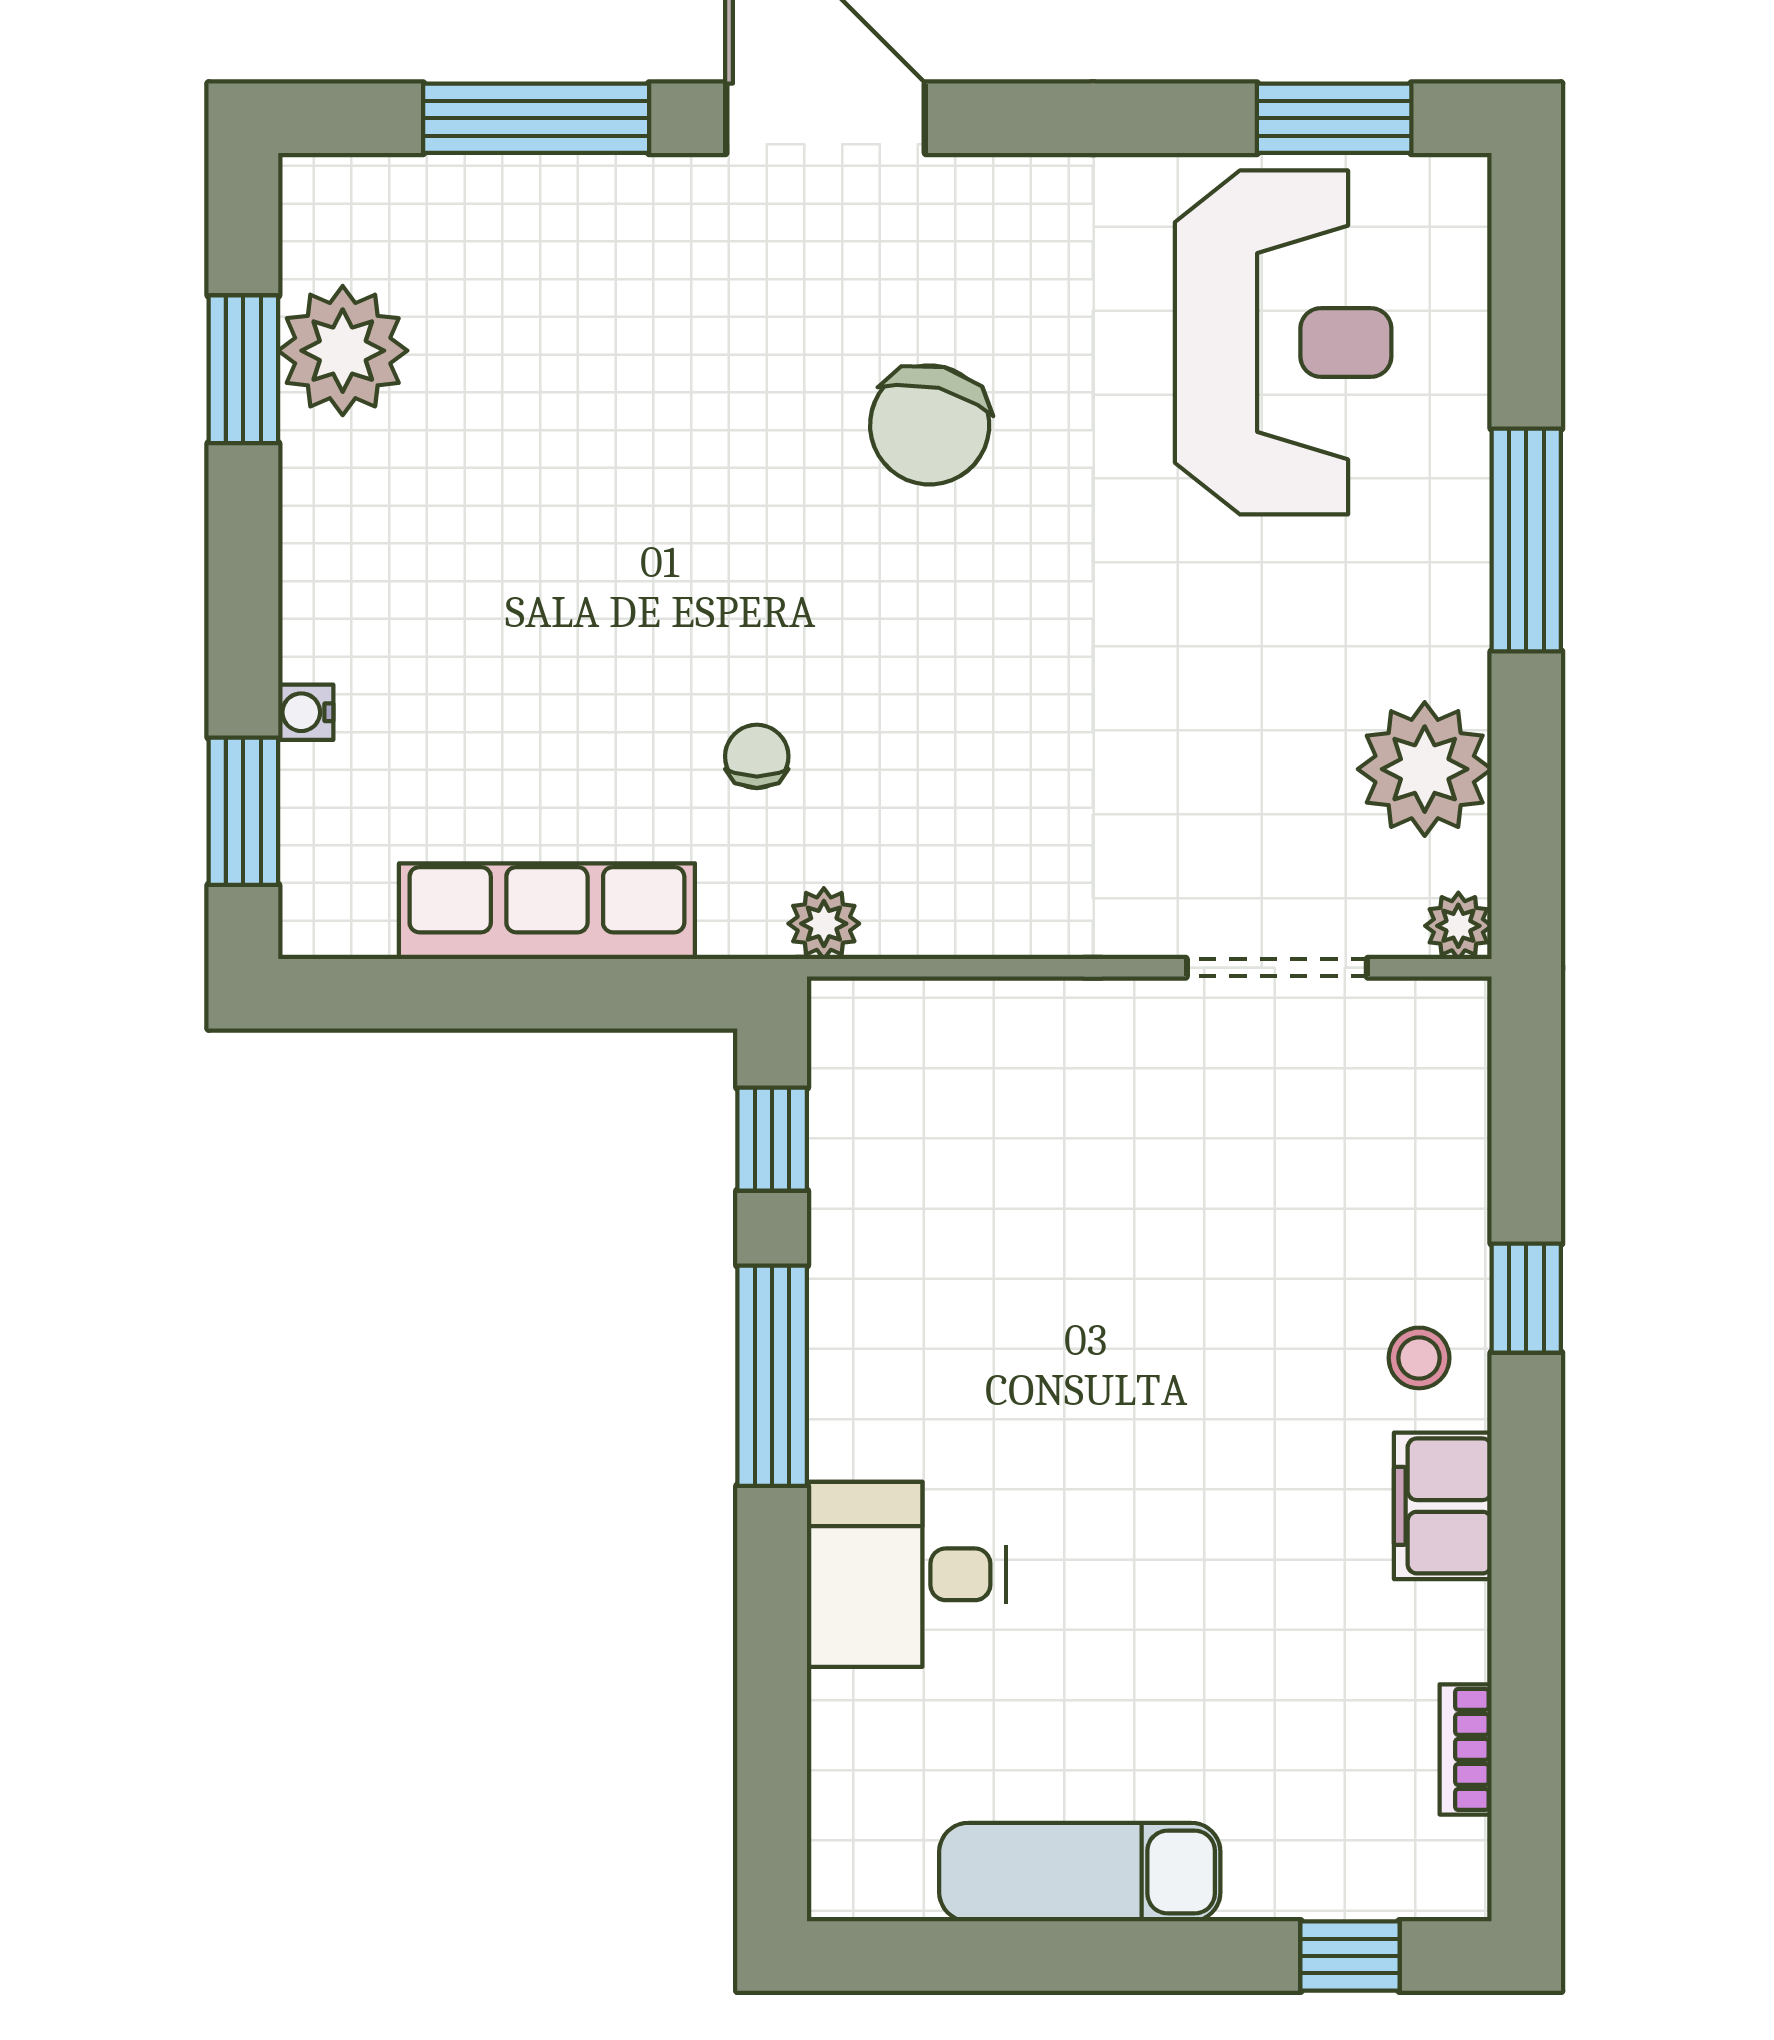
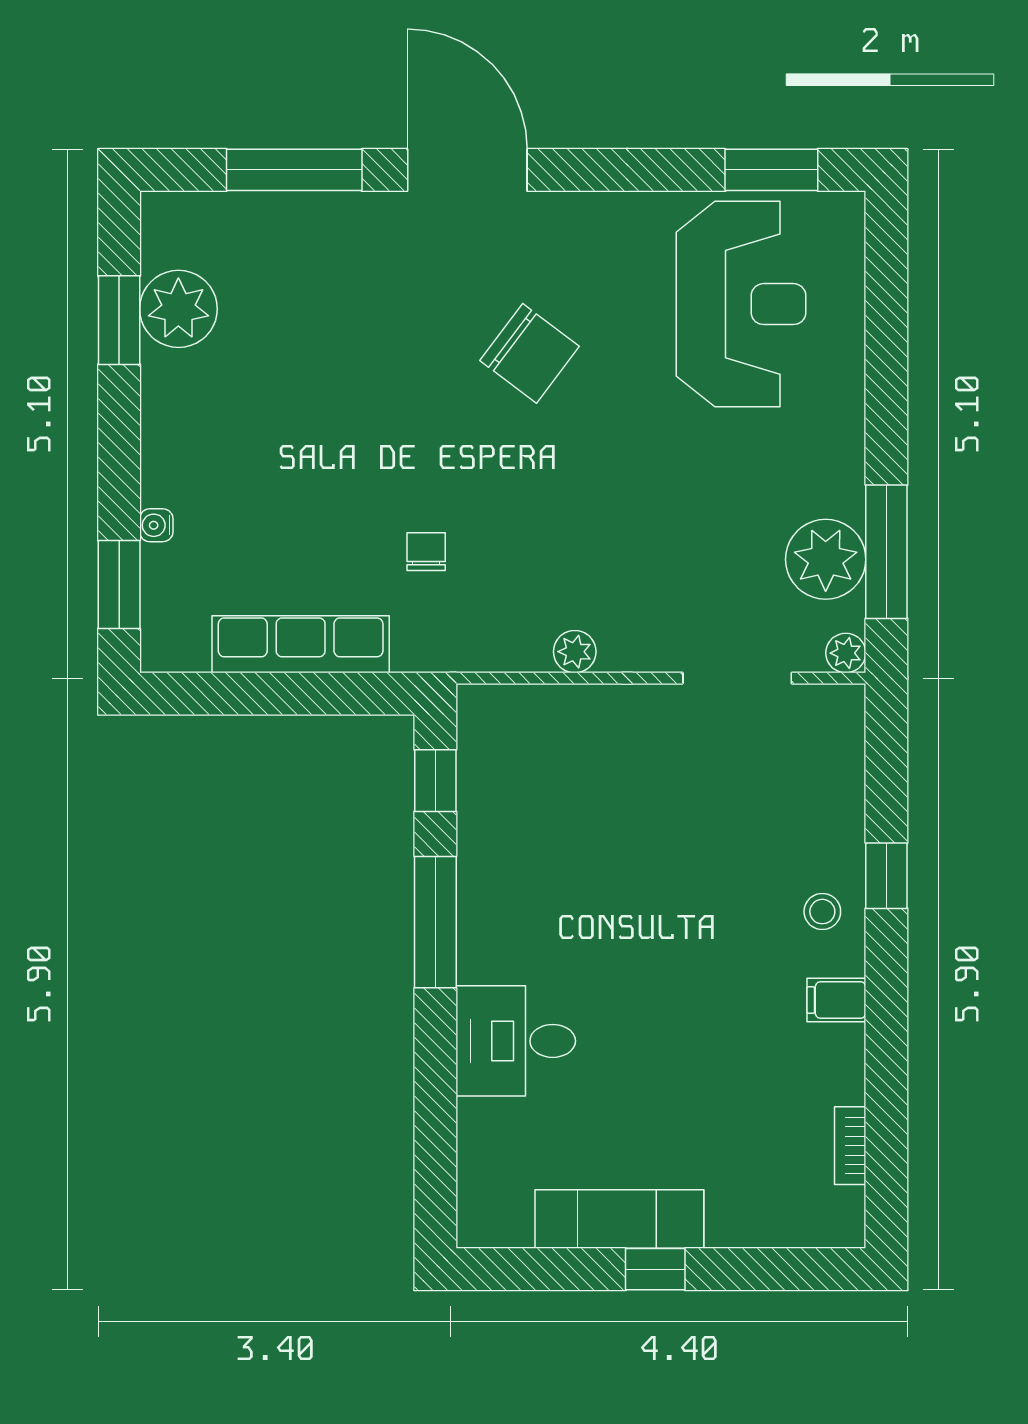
chair: (930, 425) -> (530, 353), turned -67
window: (1526, 540) -> (886, 552), moved
plant: (824, 924) -> (575, 652), moved
filing cabinet: (1443, 1506) -> (836, 1000), width x0.50
window: (1350, 1956) -> (655, 1269), moved

